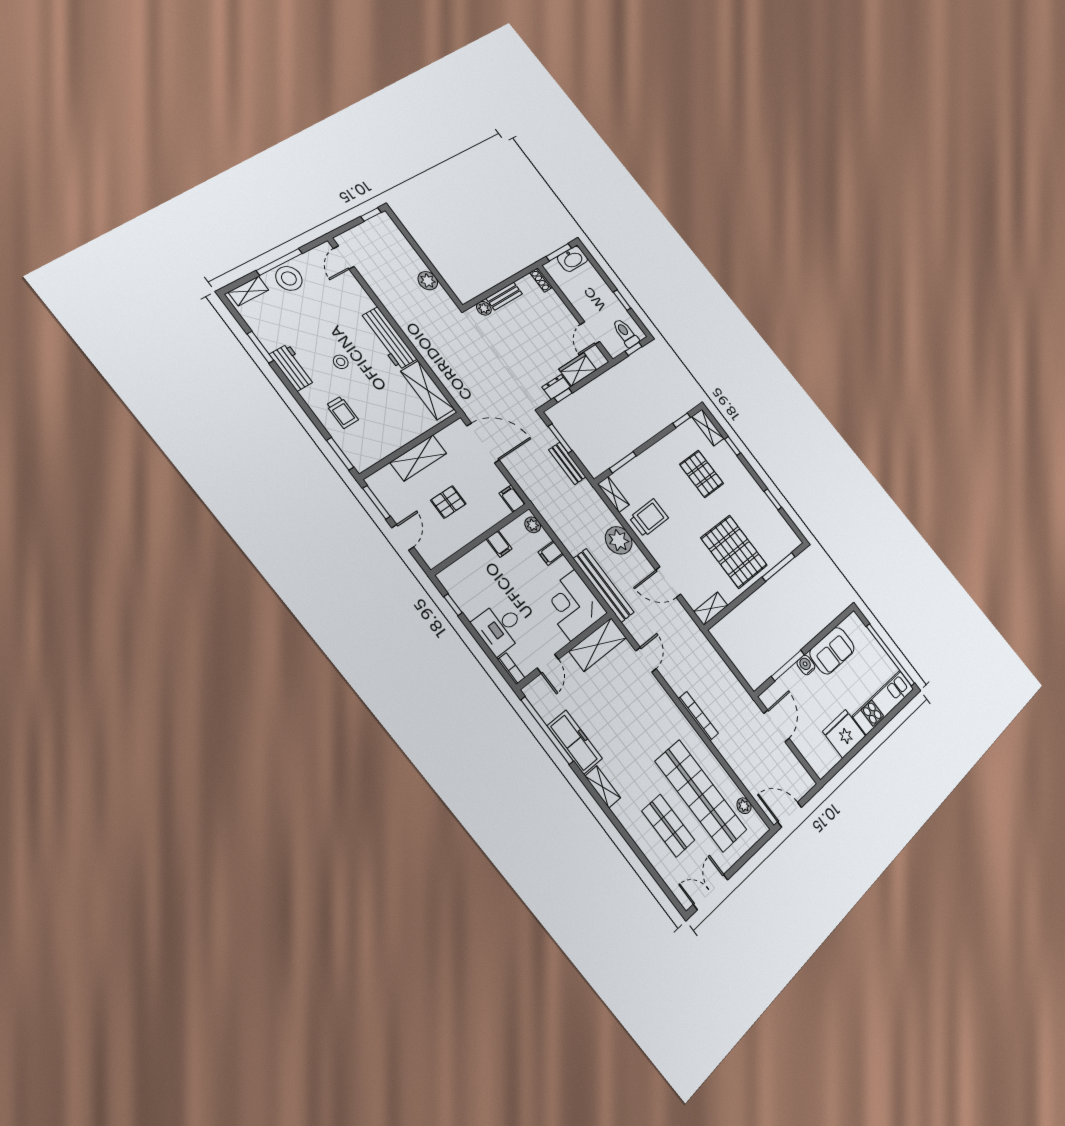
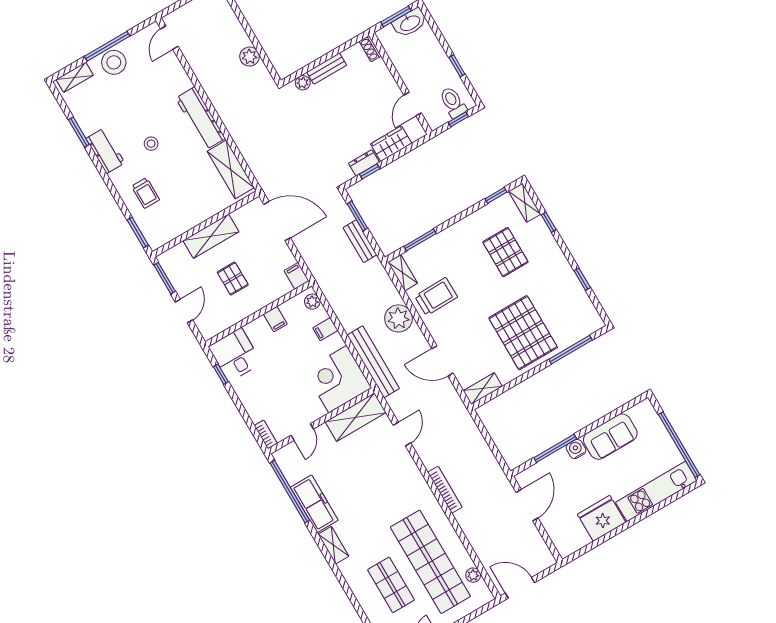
pallet: (448, 502) -> (233, 279), turned 90
desk: (500, 628) -> (235, 355), moved, turned 90

